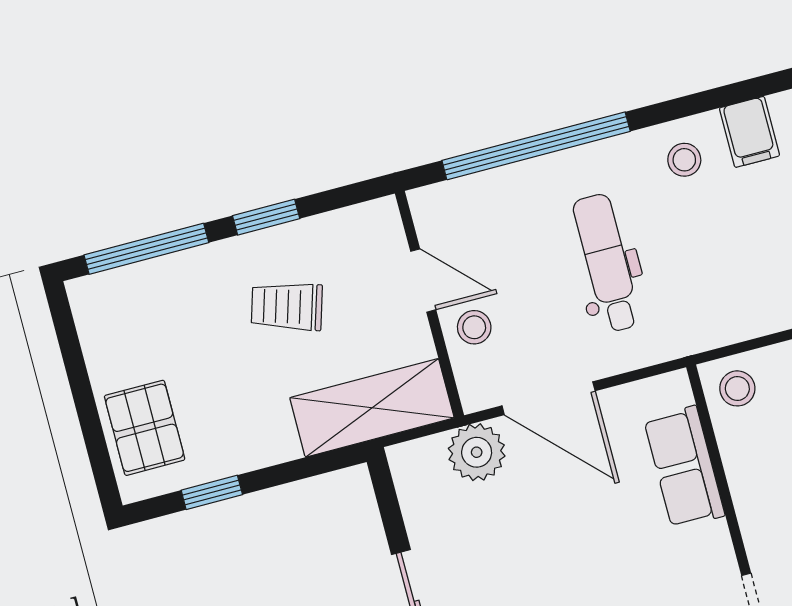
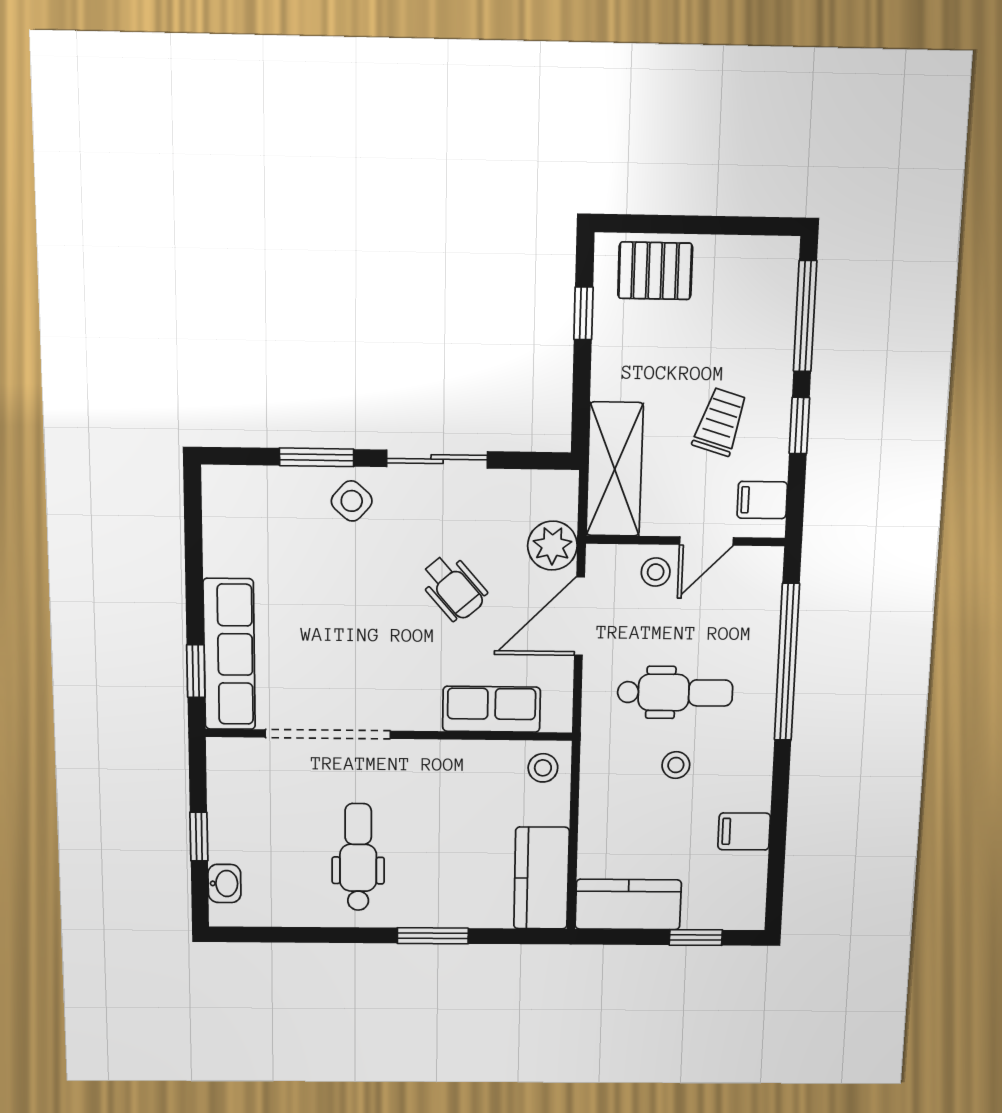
stool: (684, 160) -> (676, 765), moved
filing cabinet: (360, 232) -> (762, 500), added
wheelchair: (555, 550) -> (453, 587), added

